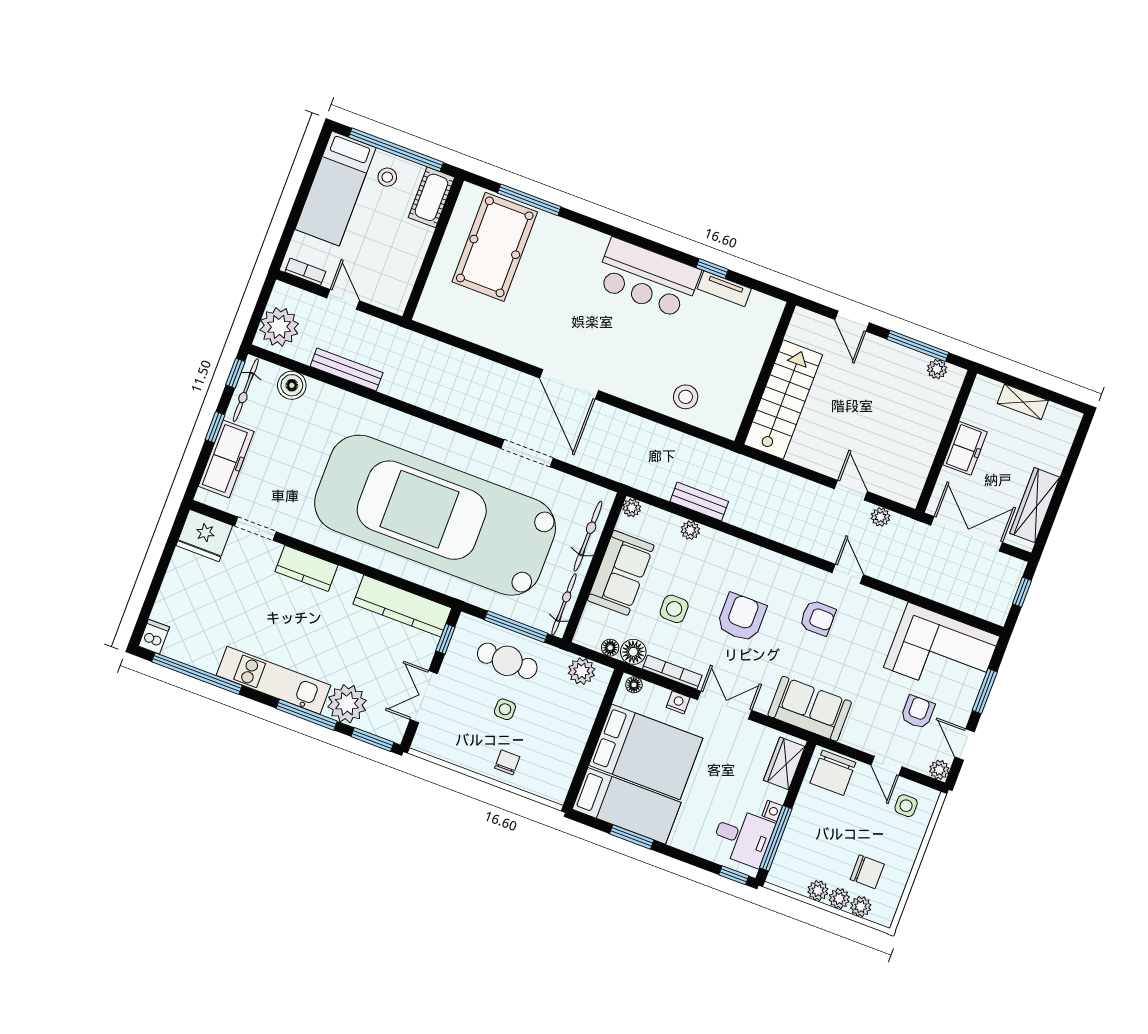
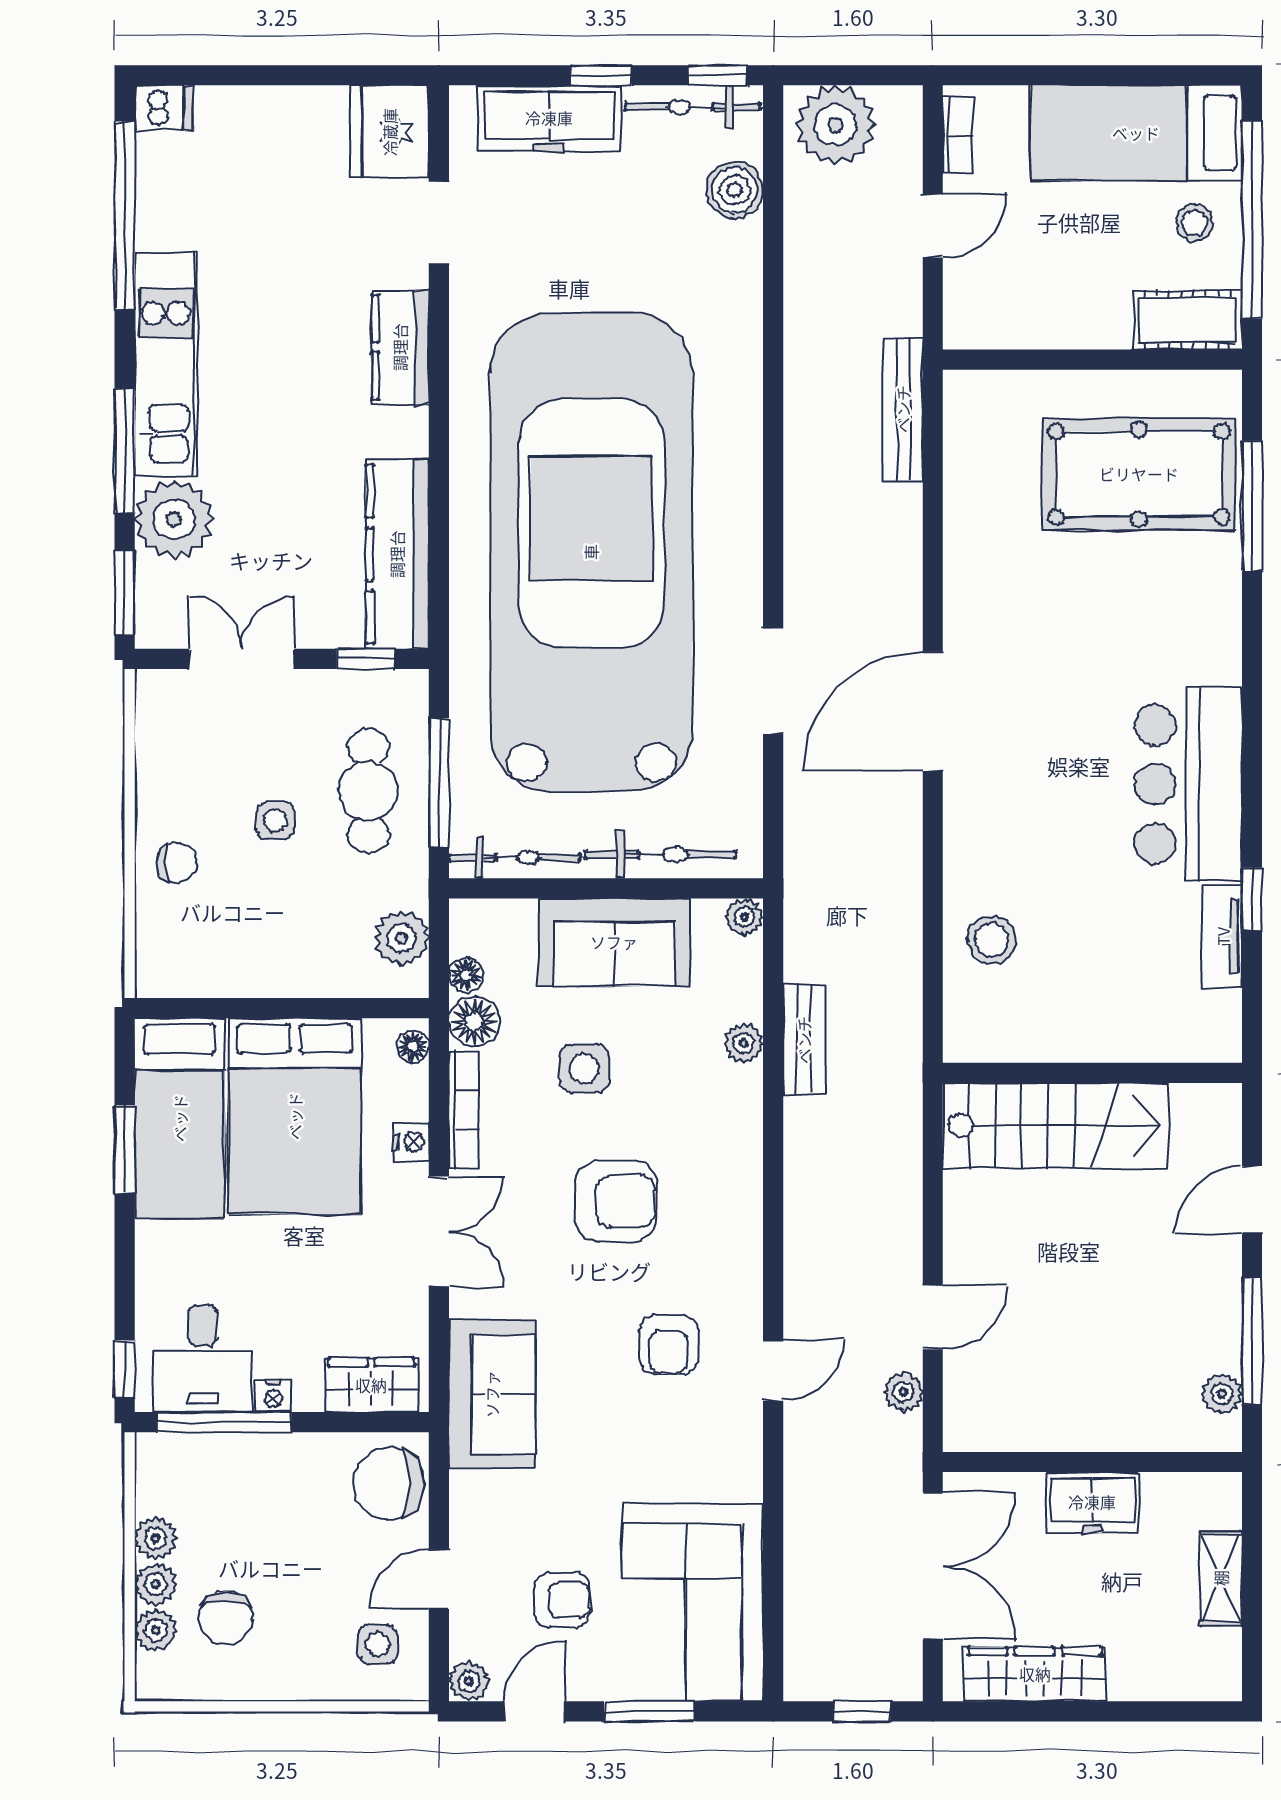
bench: (347, 370) -> (903, 409), moved

